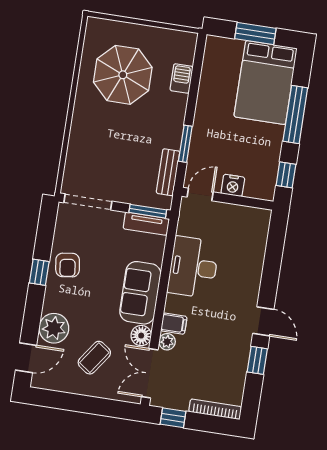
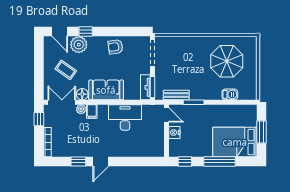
window: (39, 272) -> (86, 32), moved

